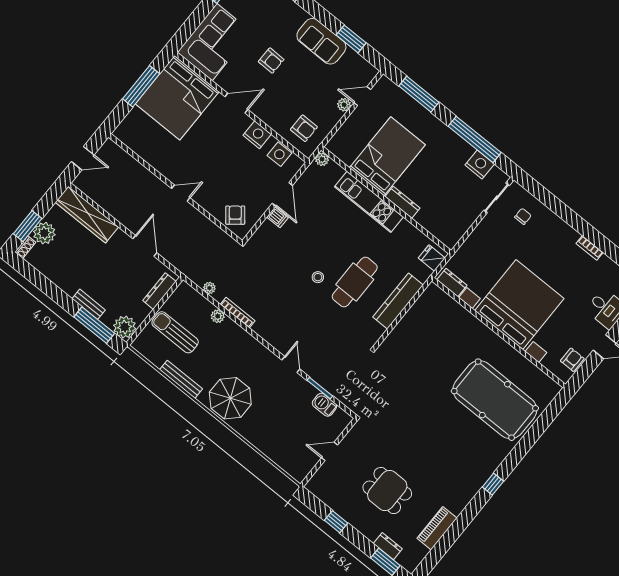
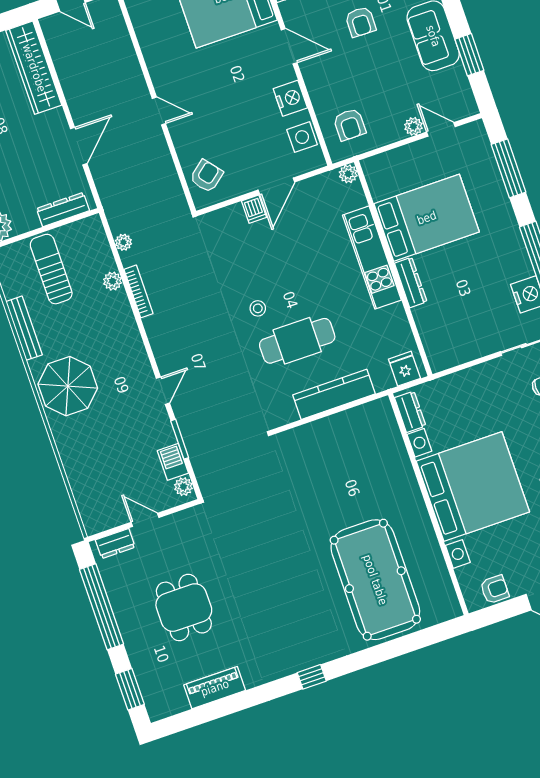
plant: (340, 416) -> (183, 487), added
window: (336, 522) -> (102, 607), width x3.17
dresser: (388, 546) -> (115, 544), moved, turned 90

